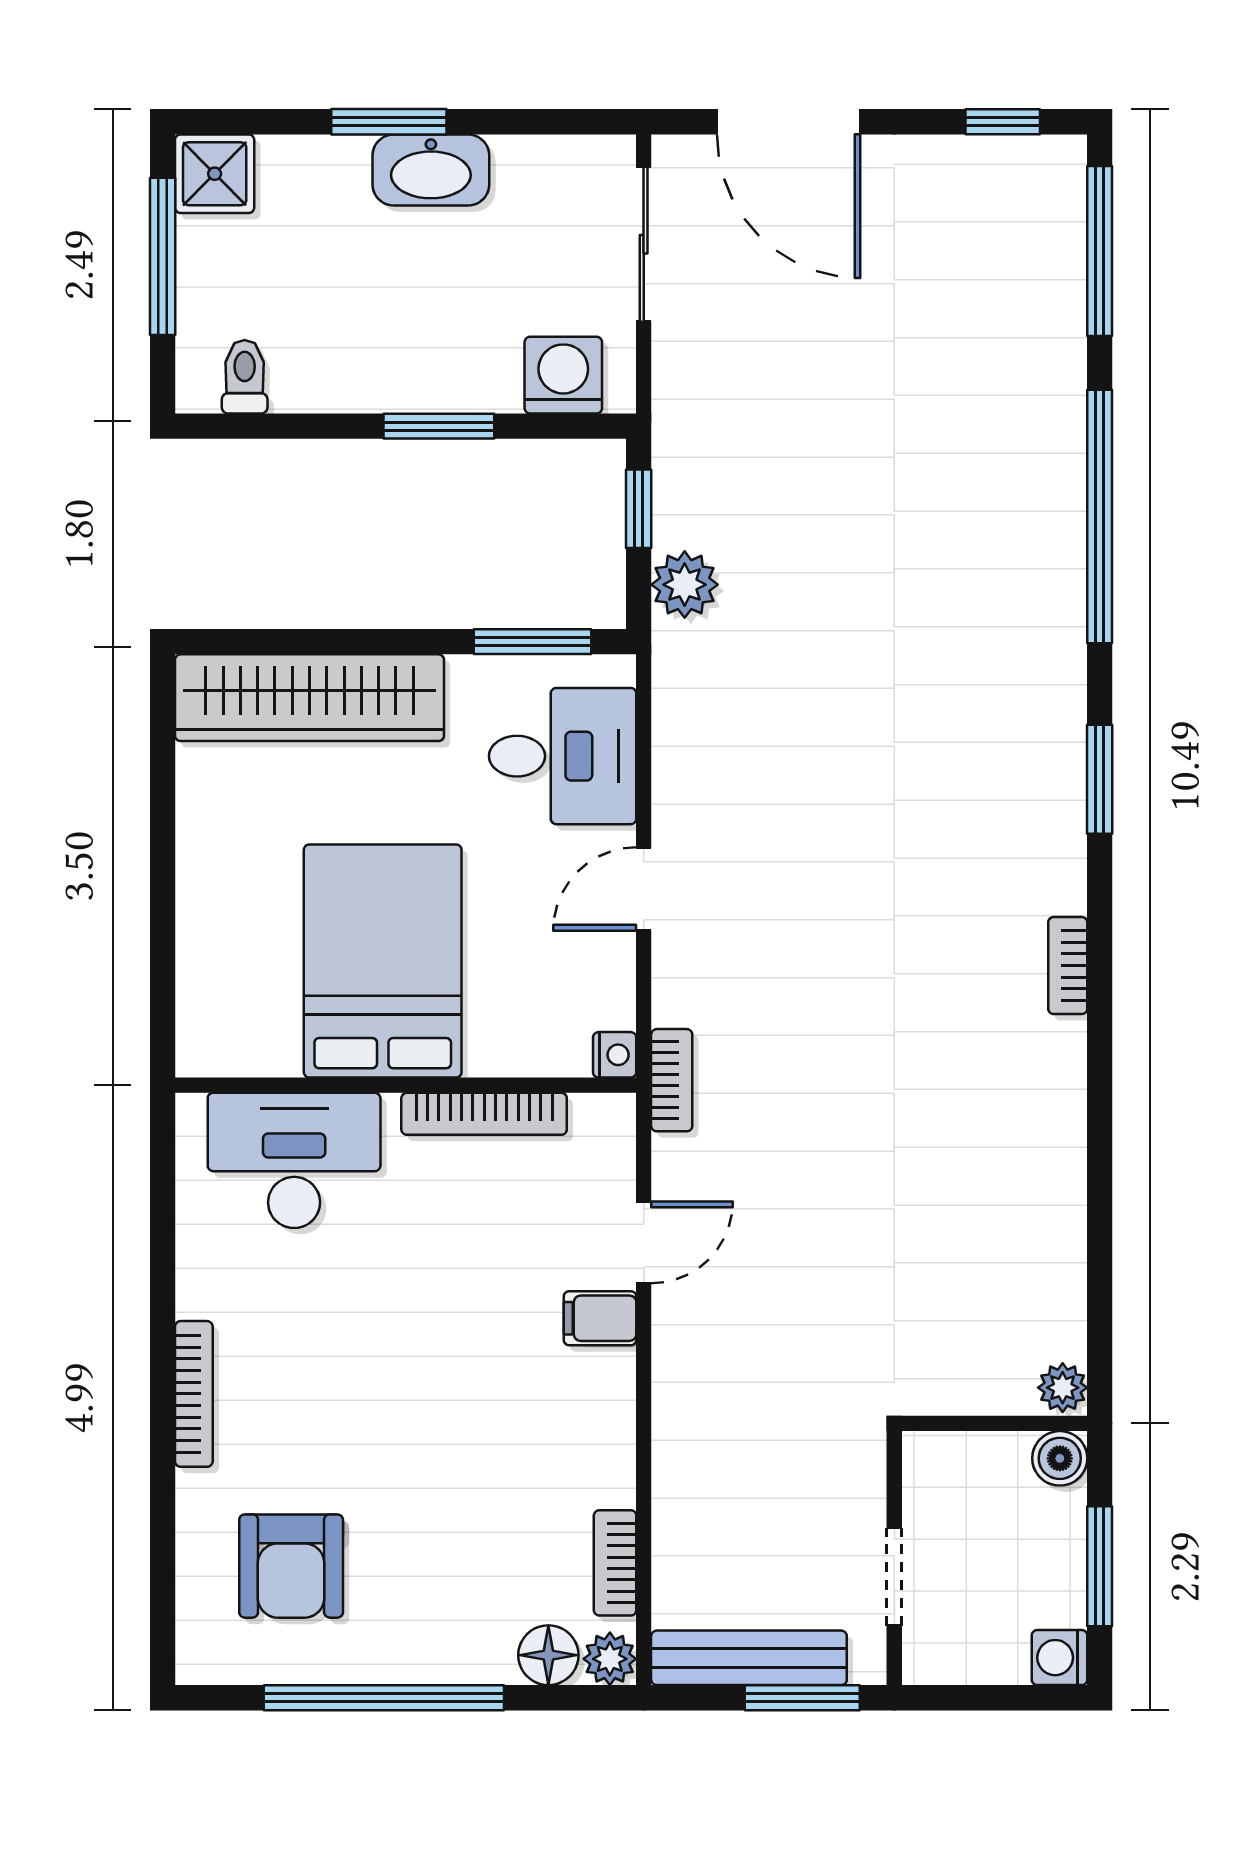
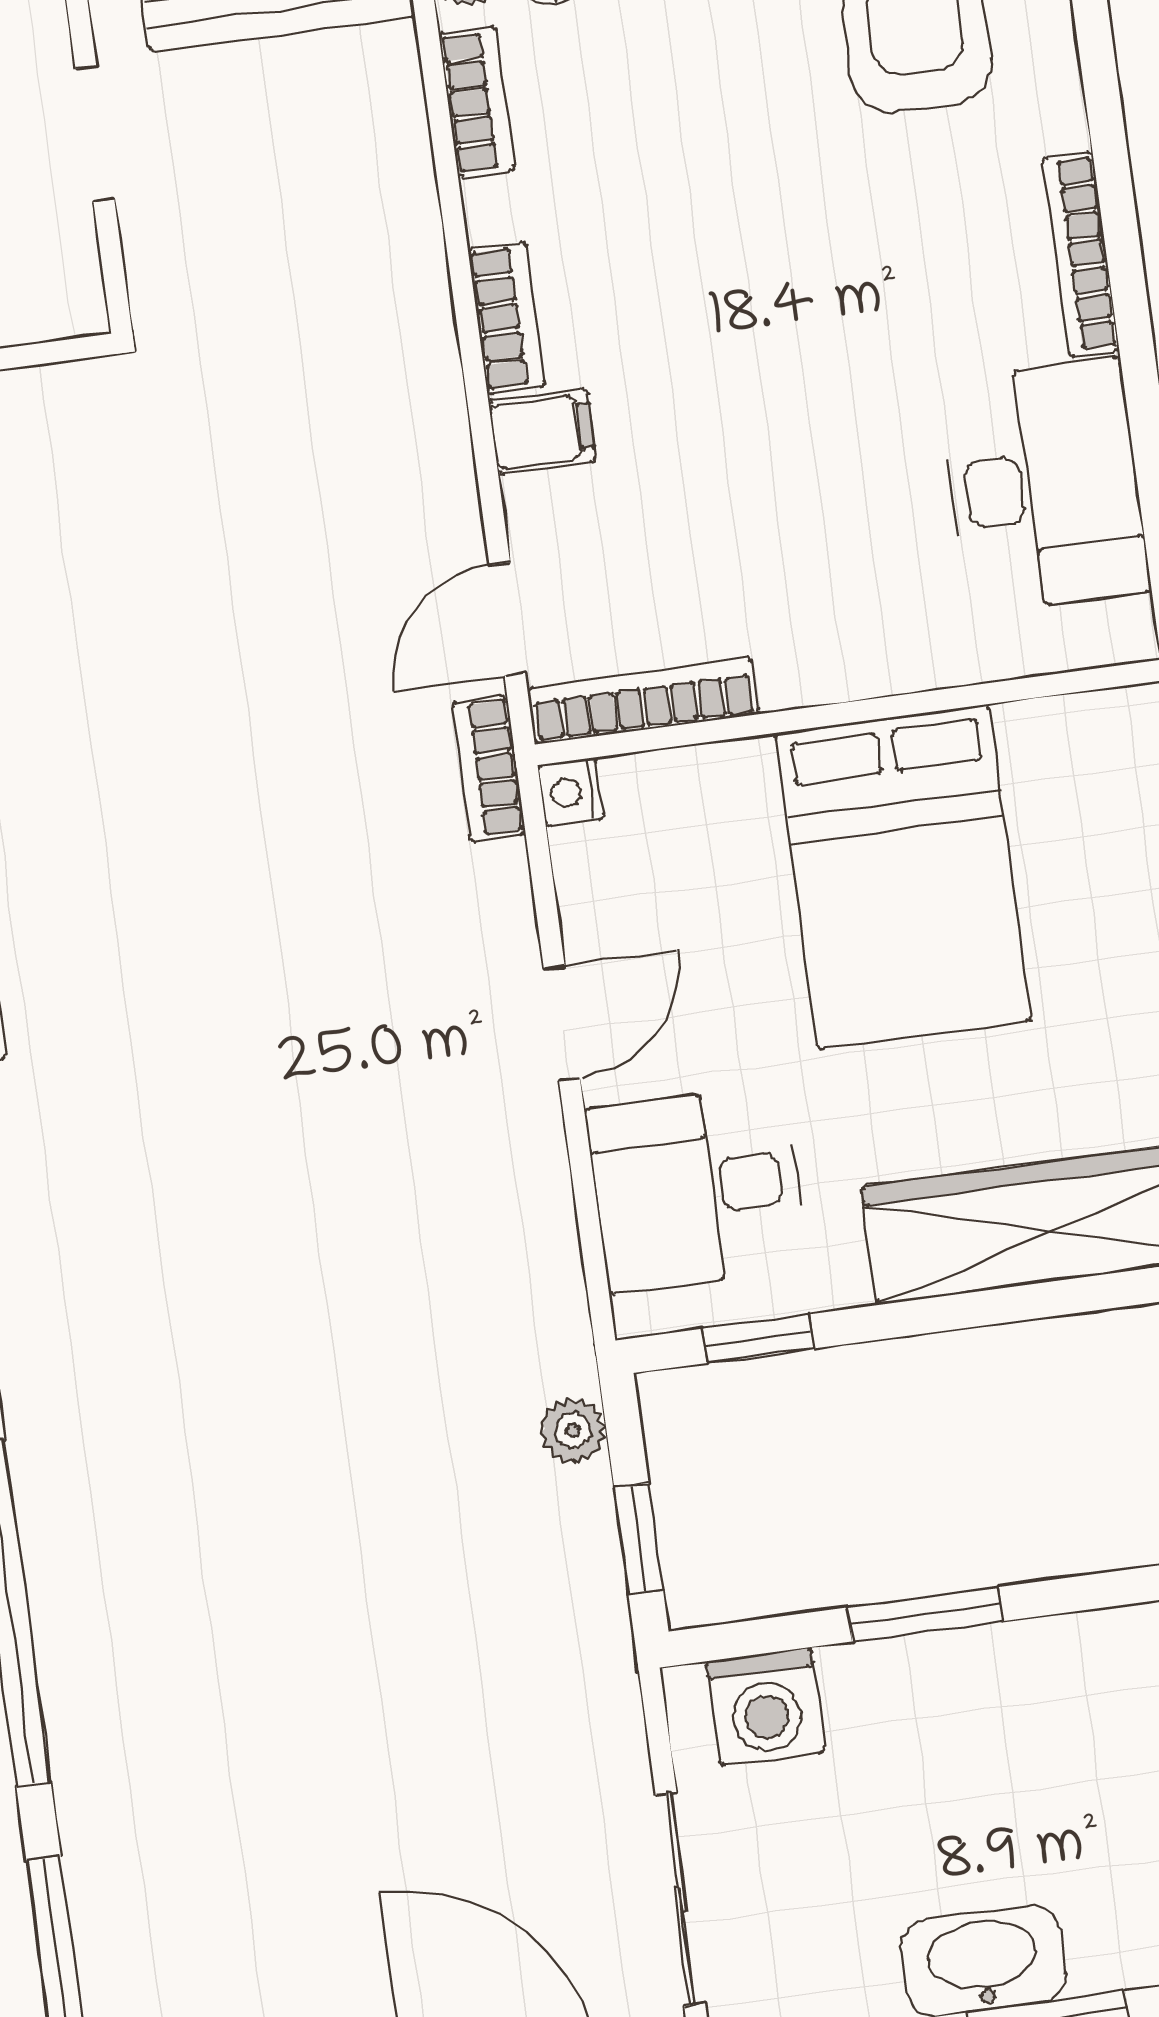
plant: (685, 585) -> (573, 1430), width x0.73, depth x0.73
window: (532, 642) -> (759, 1339), width x0.67
bookcase: (484, 1114) -> (643, 701), moved
desk: (294, 1160) -> (1044, 486), moved, turned -90
door: (644, 1242) -> (507, 619), moved
bookcase: (615, 1404) -> (507, 318), added

